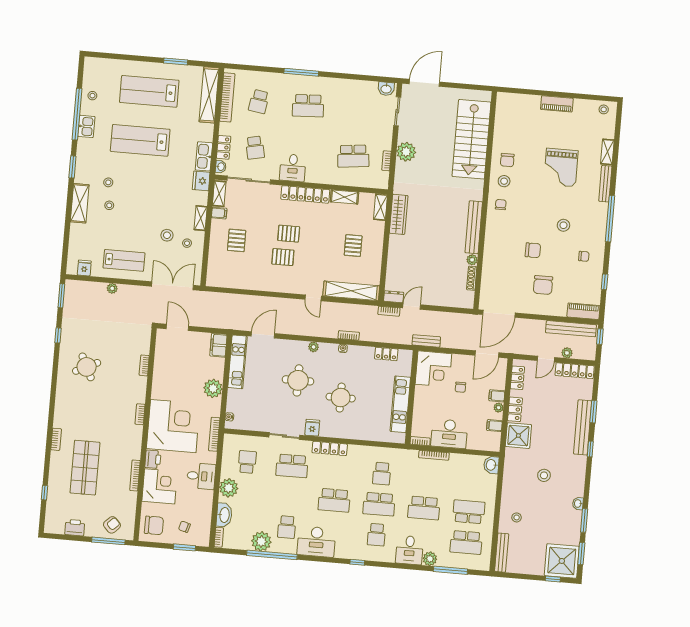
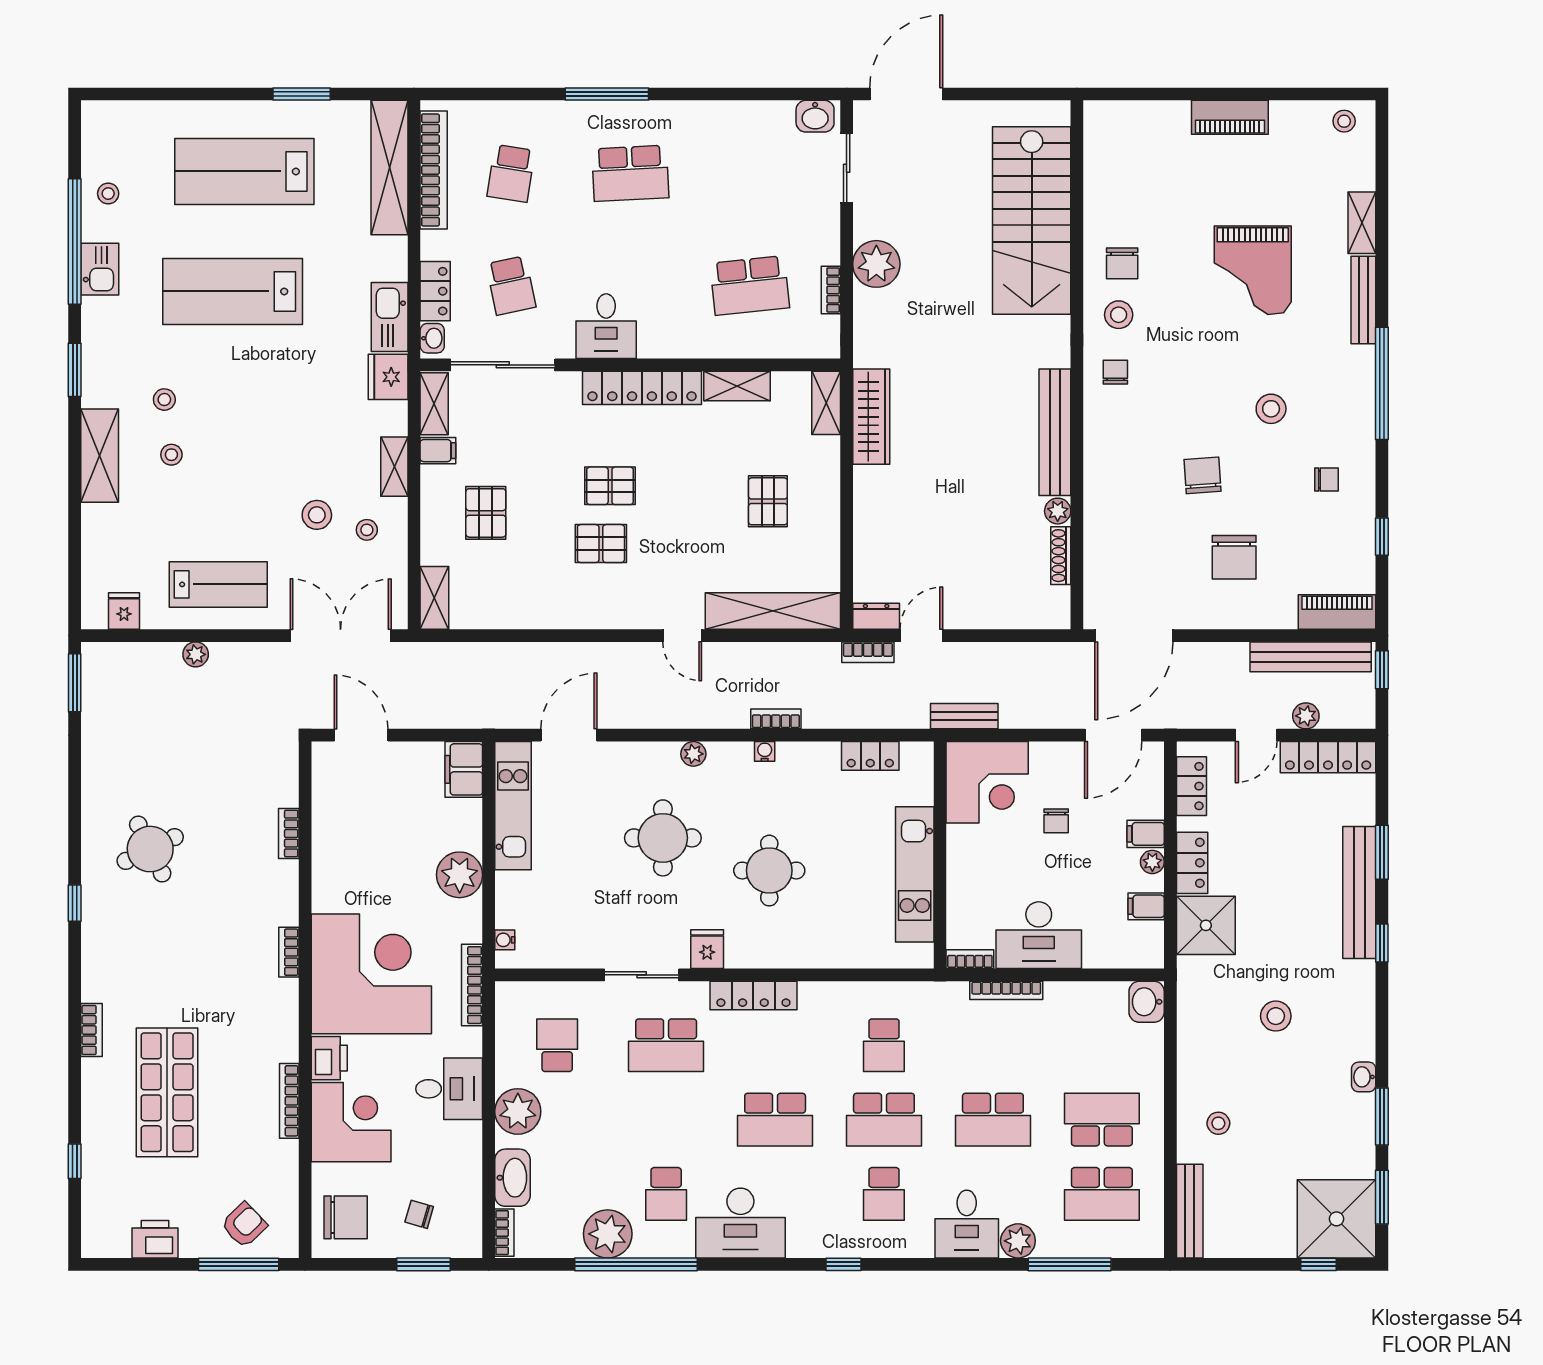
chair: (533, 250) -> (1203, 475), turned -94
shelving: (212, 274) -> (434, 598), added
window: (58, 335) -> (75, 903), moved

